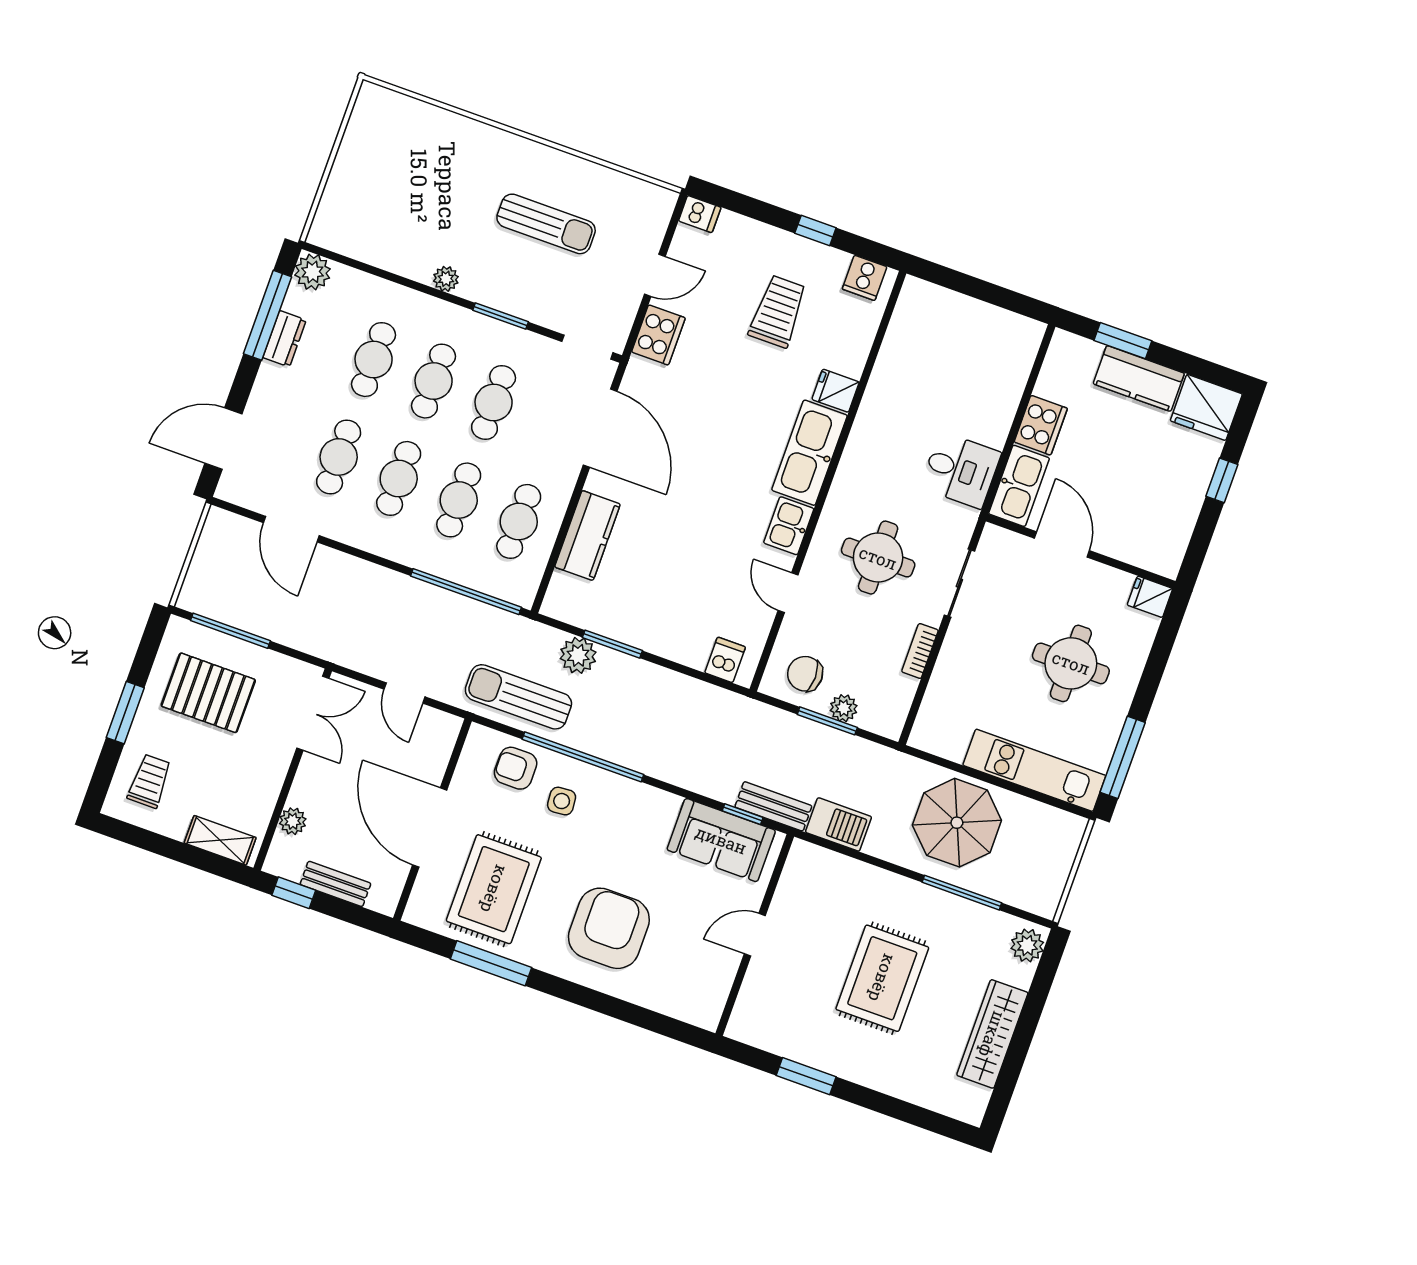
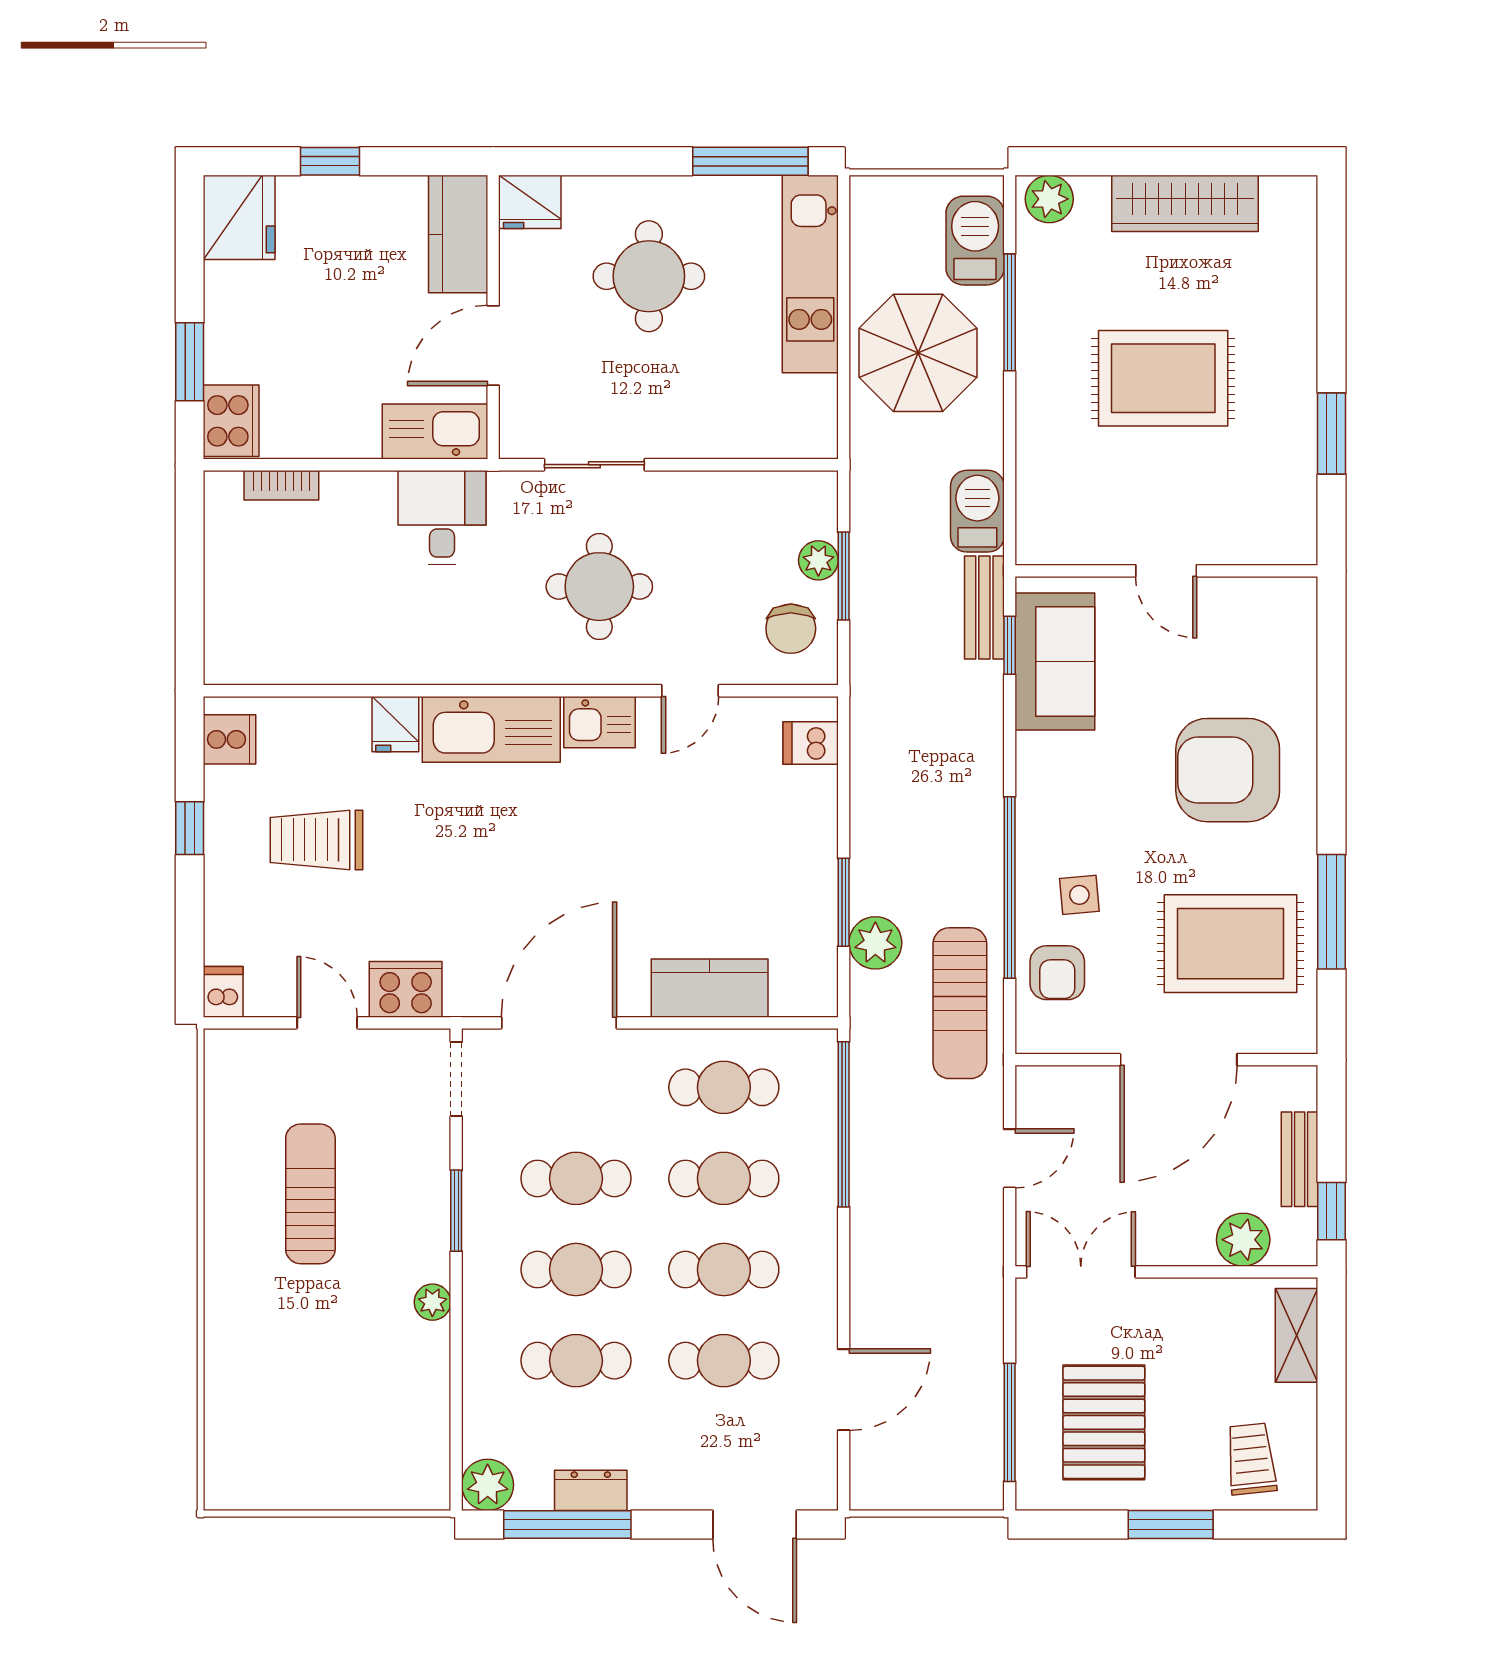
kitchen counter: (1139, 379) -> (458, 234), moved, turned 180
cooker: (1041, 425) -> (231, 421), moved, turned 90
fridge: (1150, 597) -> (530, 202), width x1.38
bookcase: (920, 651) -> (281, 485), moved
trolley: (149, 781) -> (1251, 1459), turned 84
plant: (293, 821) -> (1243, 1240), width x1.38, depth x1.38
barbecue: (1017, 887) -> (975, 241), added

